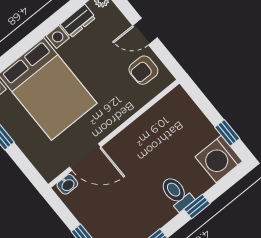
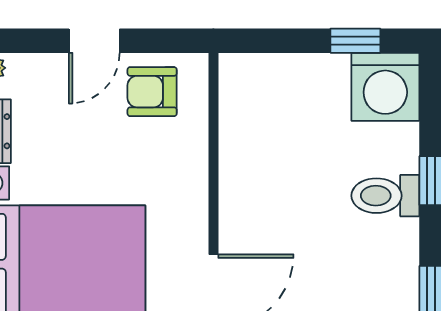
armchair: (143, 70) -> (152, 92), turned 90

